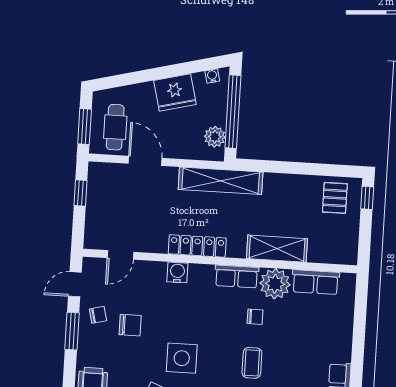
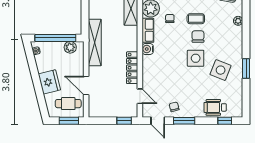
fridge: (175, 92) -> (49, 82), moved
door: (145, 161) -> (86, 86), hinge flipped
window: (80, 193) -> (124, 121), moved
locker: (197, 246) -> (132, 68), moved
water cooler: (177, 272) -> (148, 49), moved
chair: (130, 325) -> (198, 36), moved

